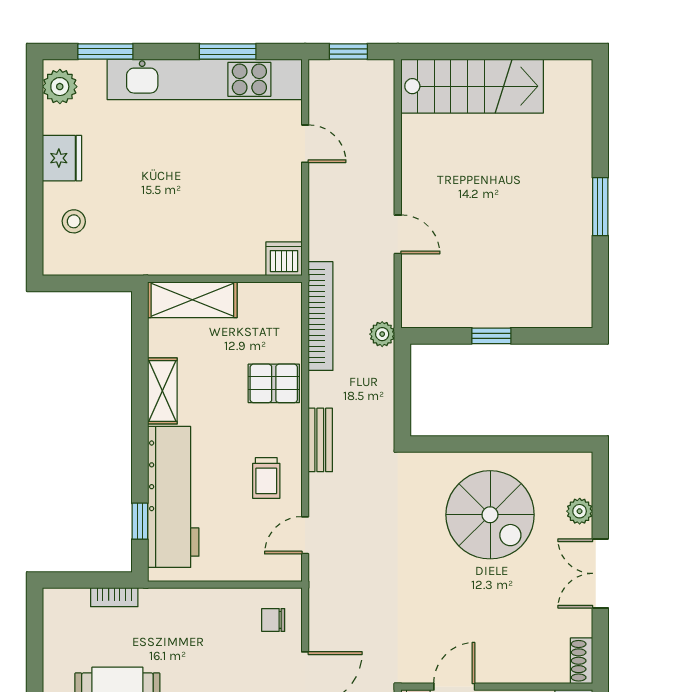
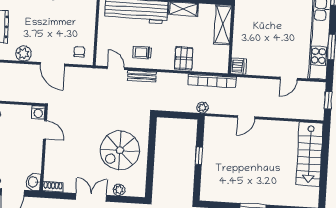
bench: (320, 440) -> (142, 76), moved

